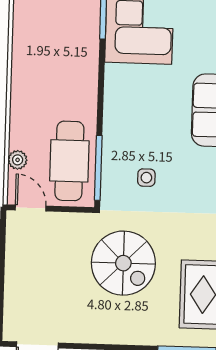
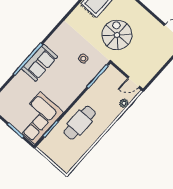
cafe table: (69, 161) -> (80, 123), moved
door: (31, 208) -> (134, 82), hinge flipped

